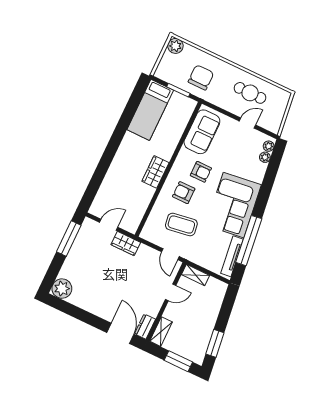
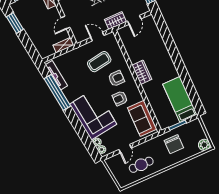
corner sofa: (234, 205) -> (93, 114), moved
door: (170, 254) -> (97, 36), moved

